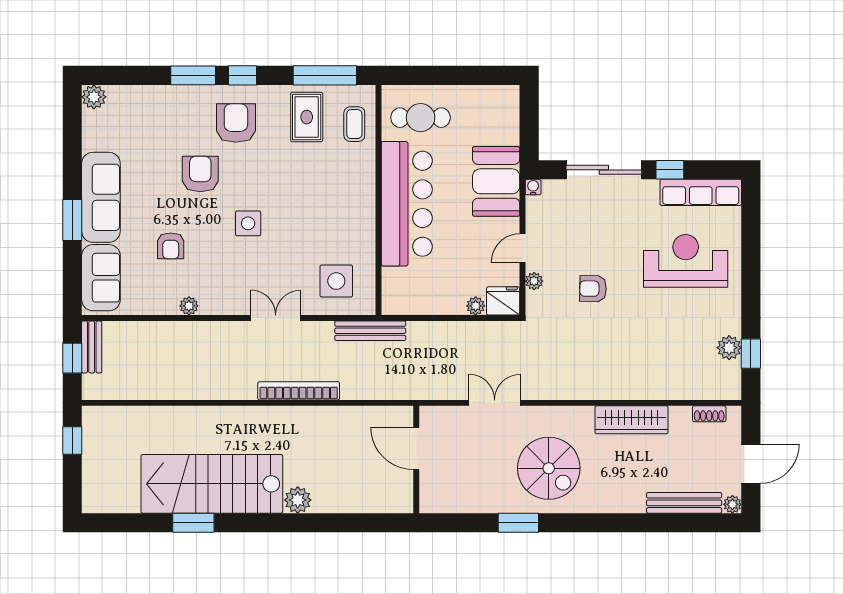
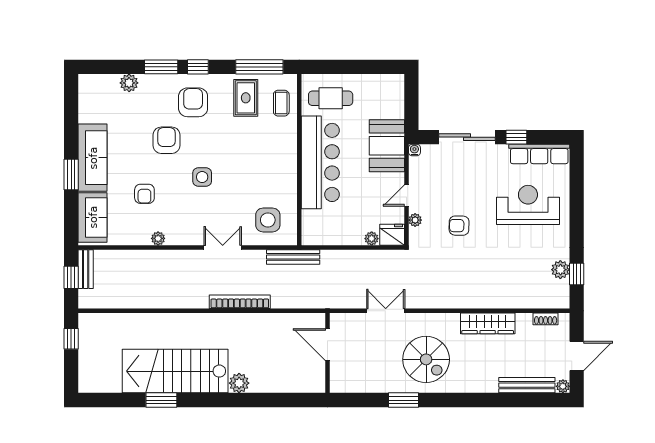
plant: (94, 97) -> (129, 83), moved

